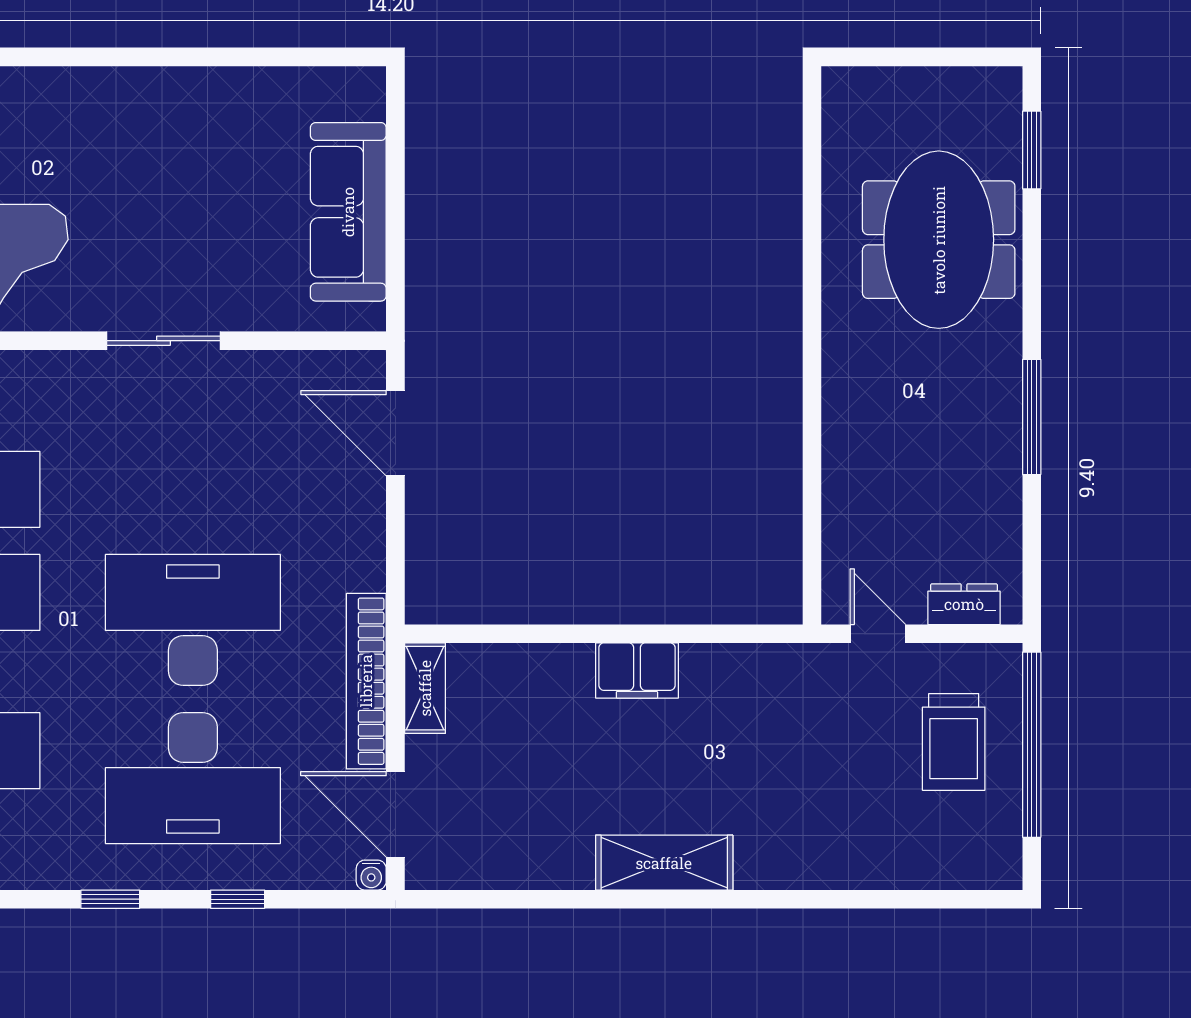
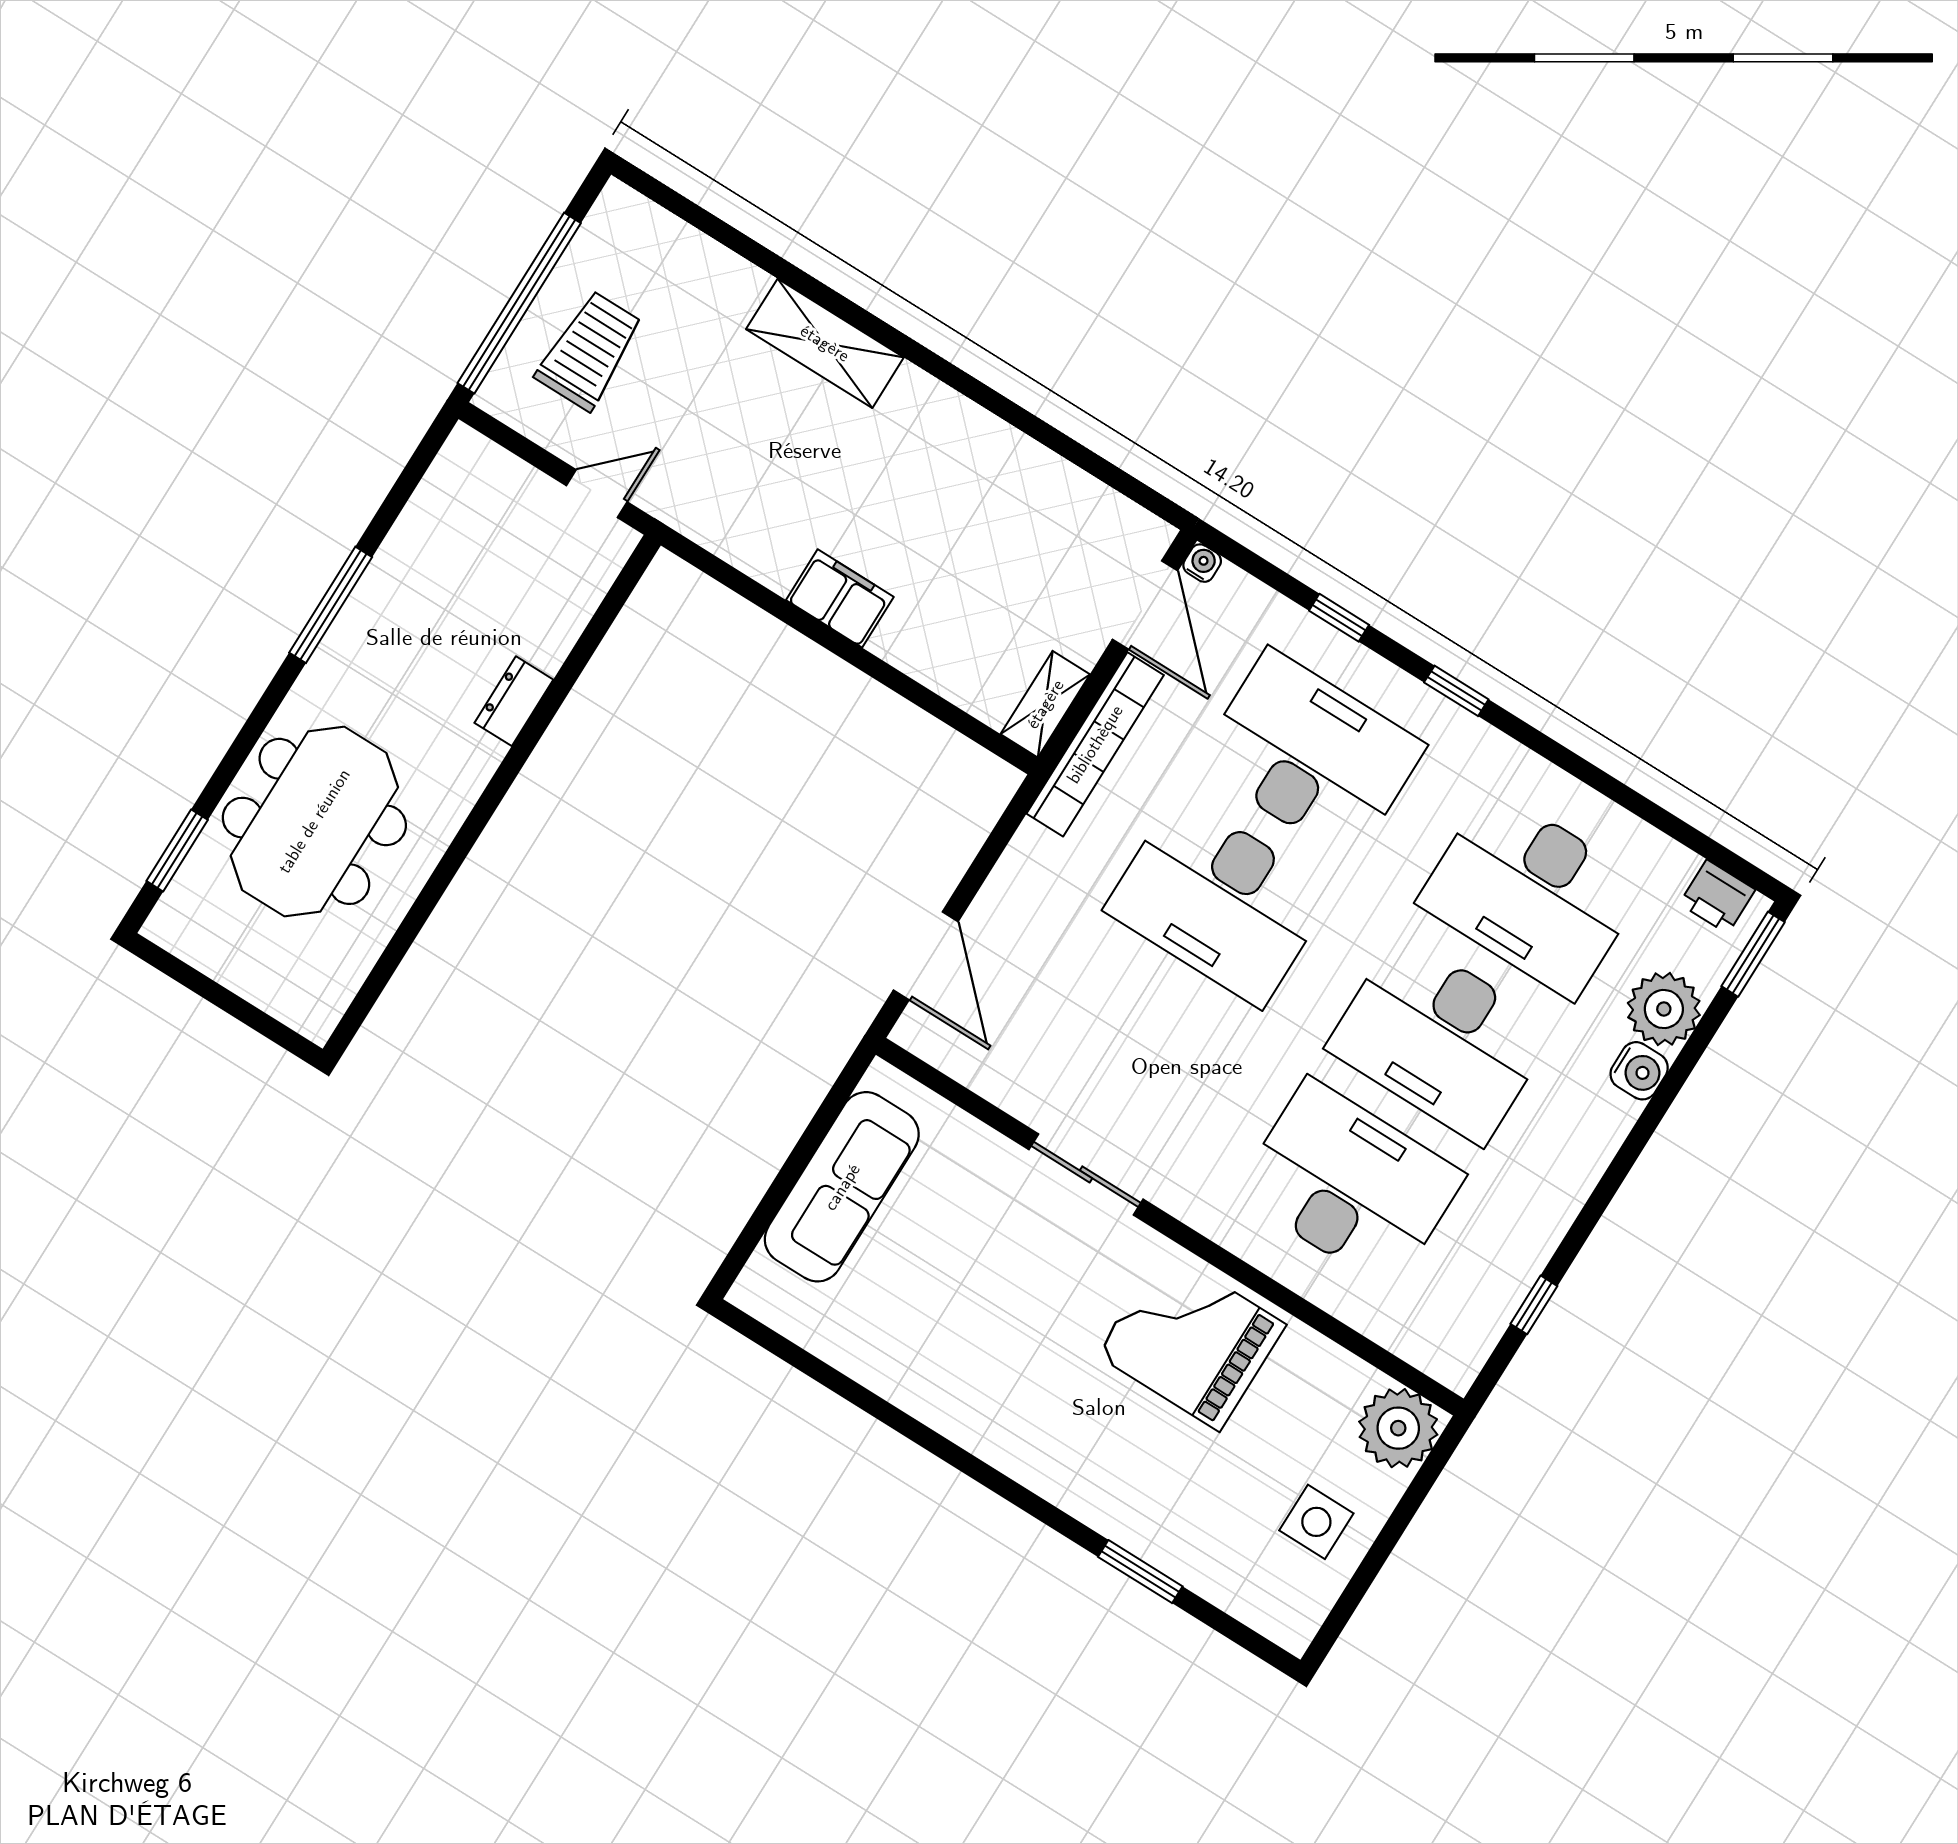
dresser: (964, 604) -> (514, 701), moved, turned 90
door: (878, 634) -> (597, 494), swing flipped
shelving: (664, 863) -> (825, 343), moved

